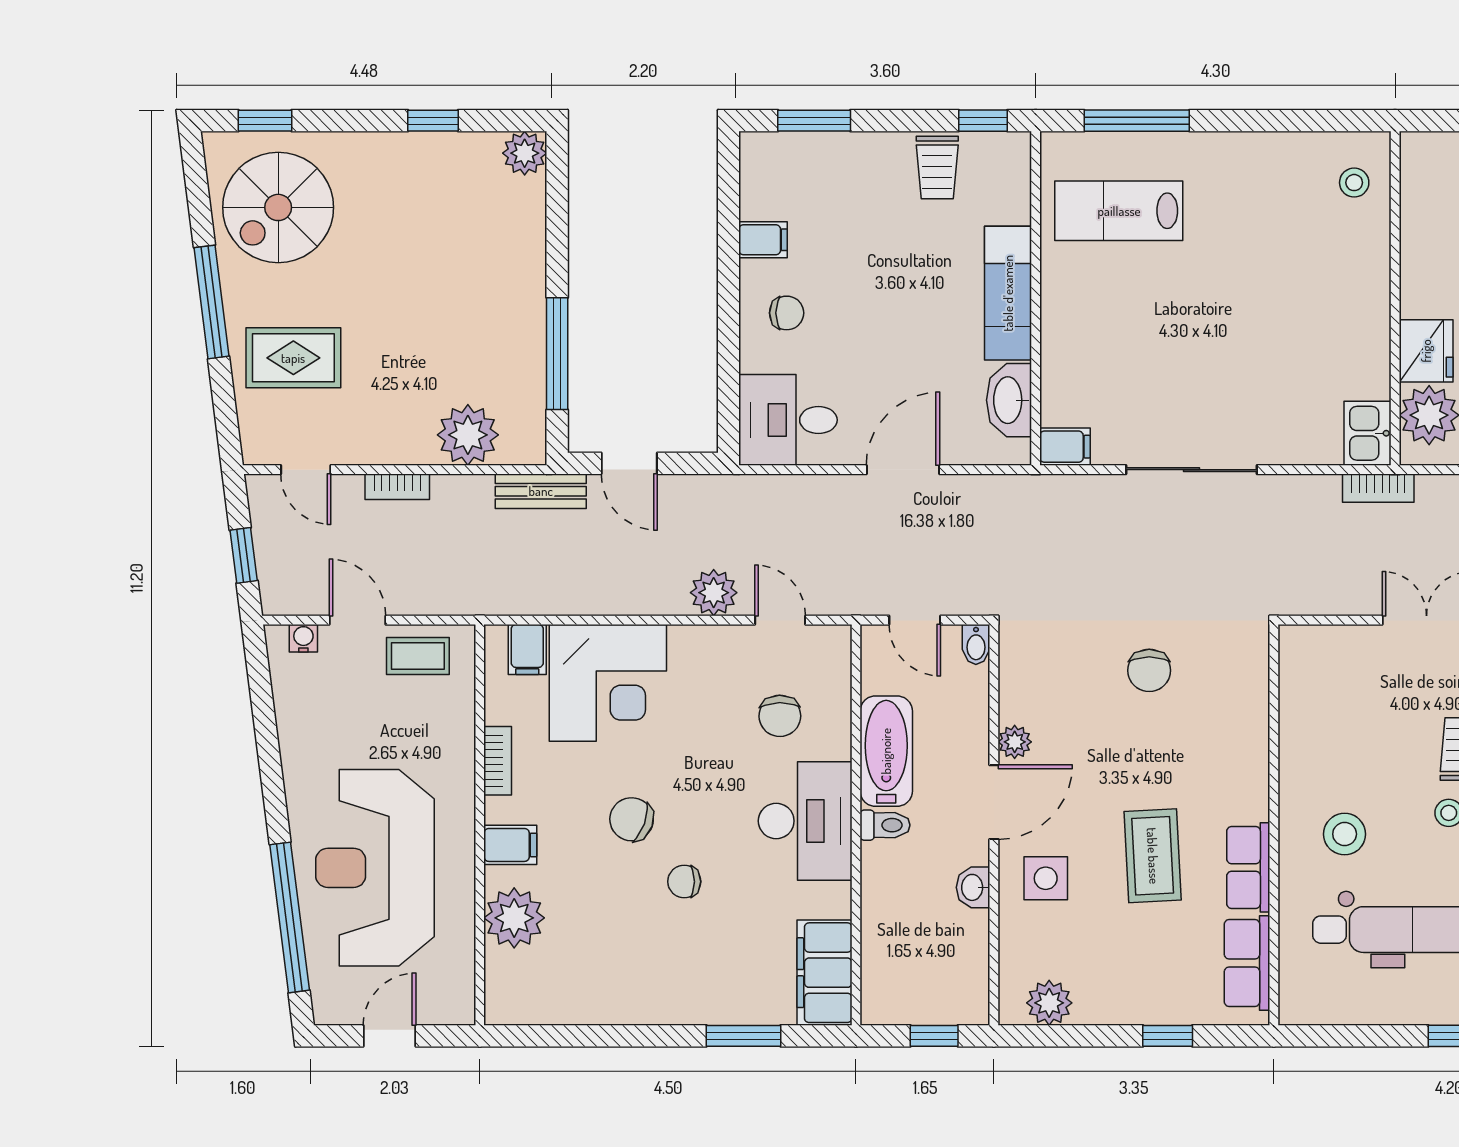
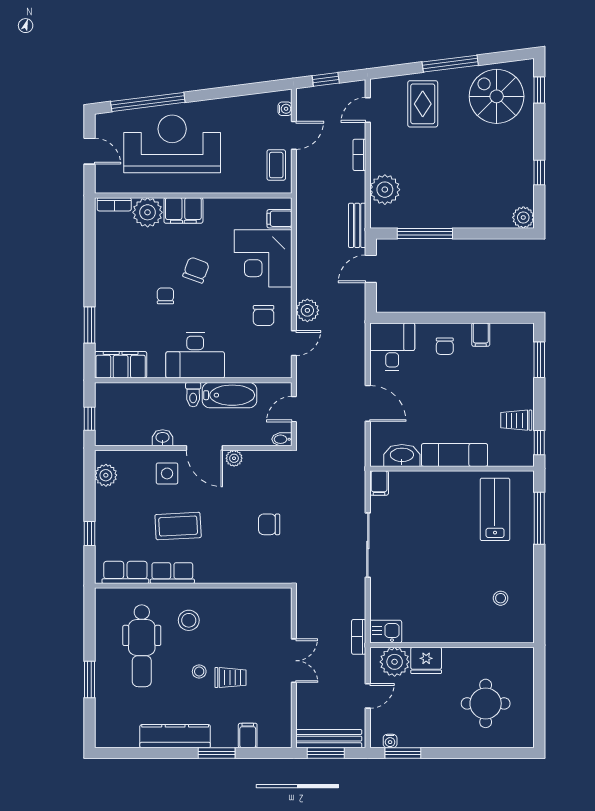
stool: (1354, 183) -> (501, 598), moved
chair: (780, 716) -> (264, 315), moved, turned -89
bookcase: (498, 761) -> (114, 204), moved
filing cabinet: (510, 845) -> (183, 210), width x2.00

